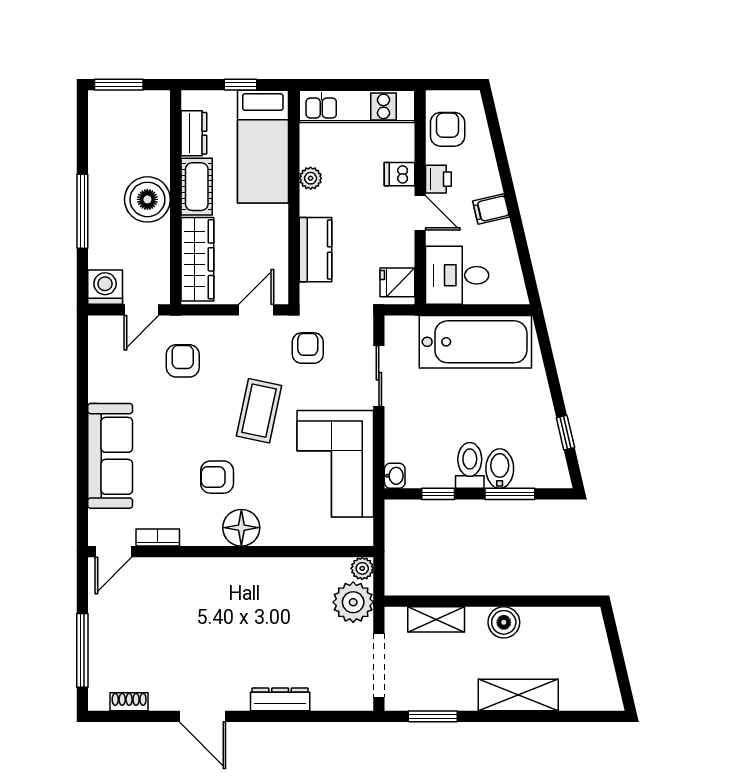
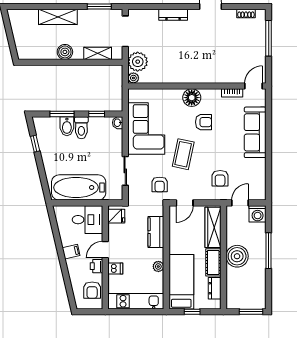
door: (420, 213) -> (105, 250), hinge flipped

